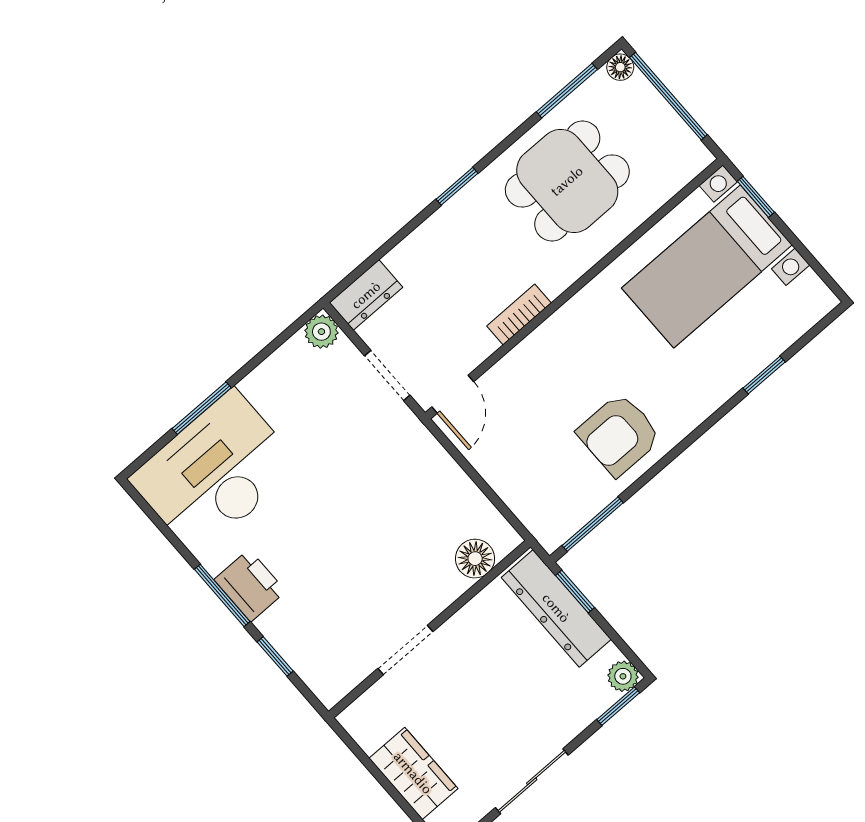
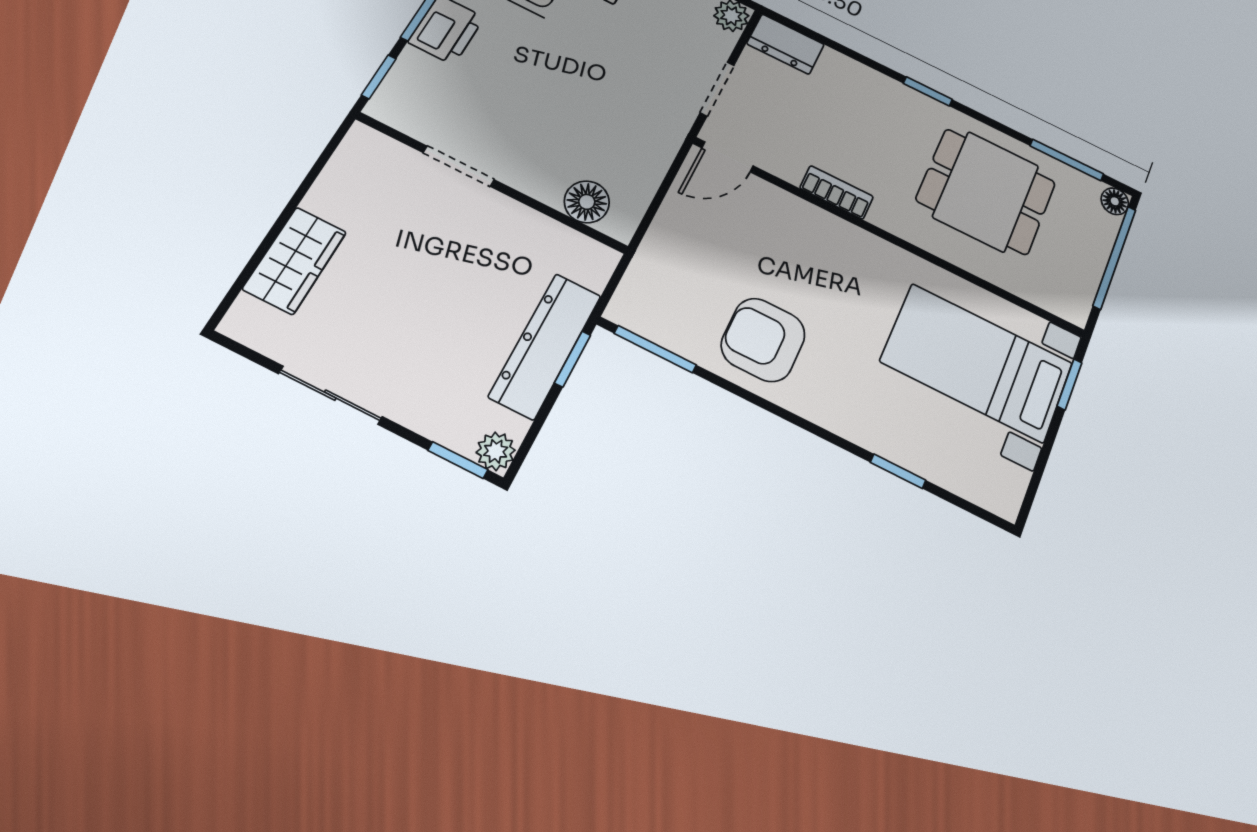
floor lamp: (475, 559) -> (587, 202), moved
wall: (430, 629) -> (491, 183), moved
doorway: (405, 650) -> (459, 166), moved

